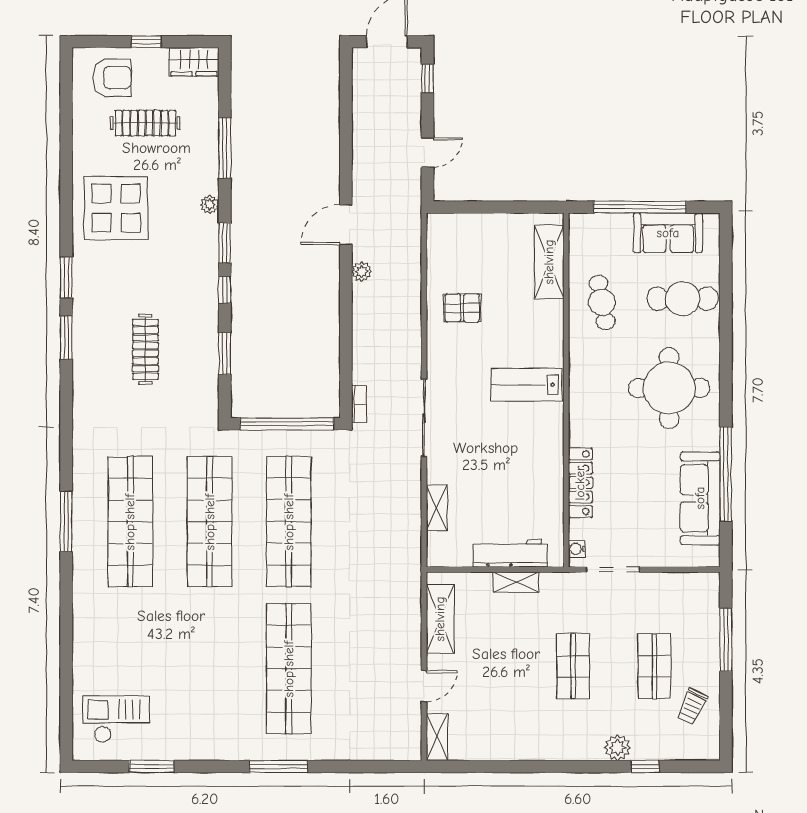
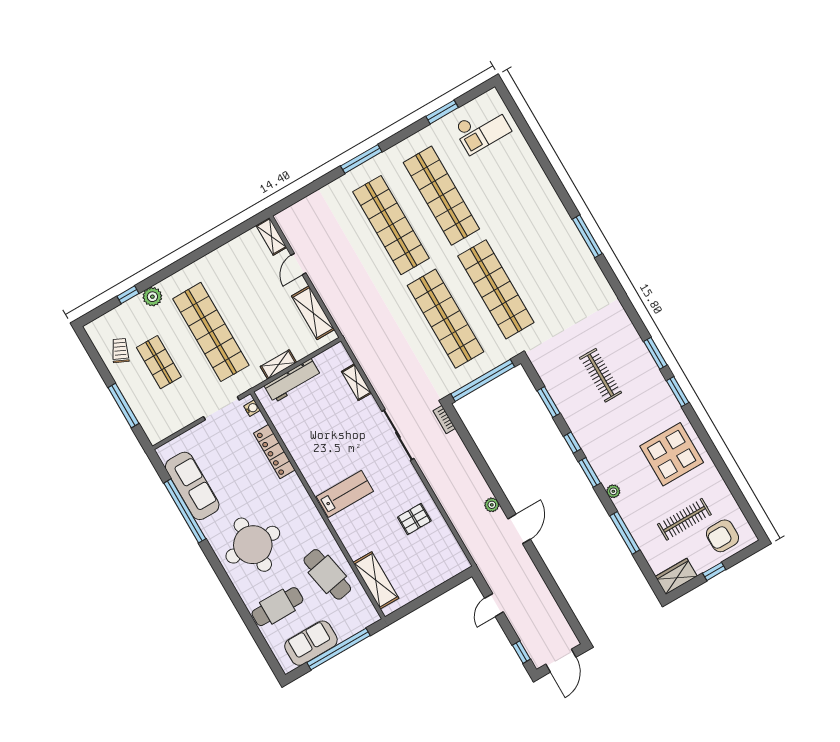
cafe table: (602, 302) -> (327, 574), width x1.37, depth x1.35
shop shelf: (130, 522) -> (441, 196), moved
shop shelf: (573, 666) -> (211, 332), width x2.00, depth x1.36

